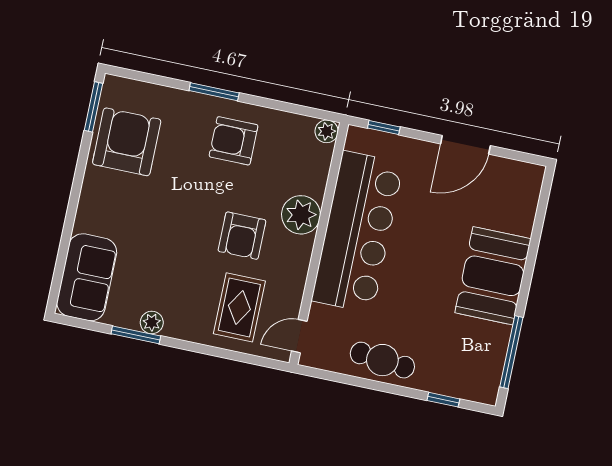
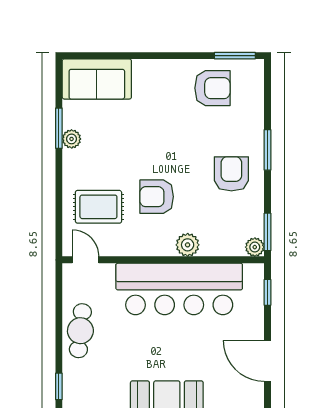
window: (312, 112) -> (267, 232), added
armchair: (127, 142) -> (212, 88), width x0.73, depth x0.73
plant: (301, 215) -> (188, 245), width x0.73, depth x0.73

